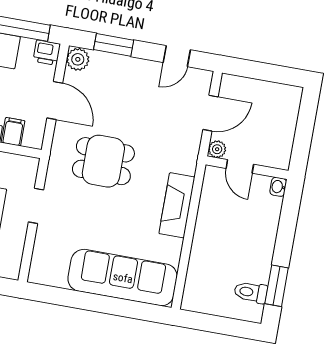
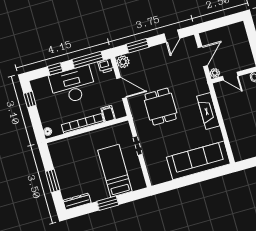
dining table: (103, 161) -> (161, 107), turned 90

